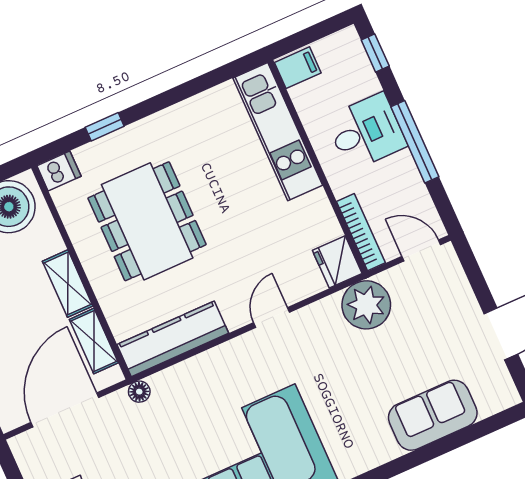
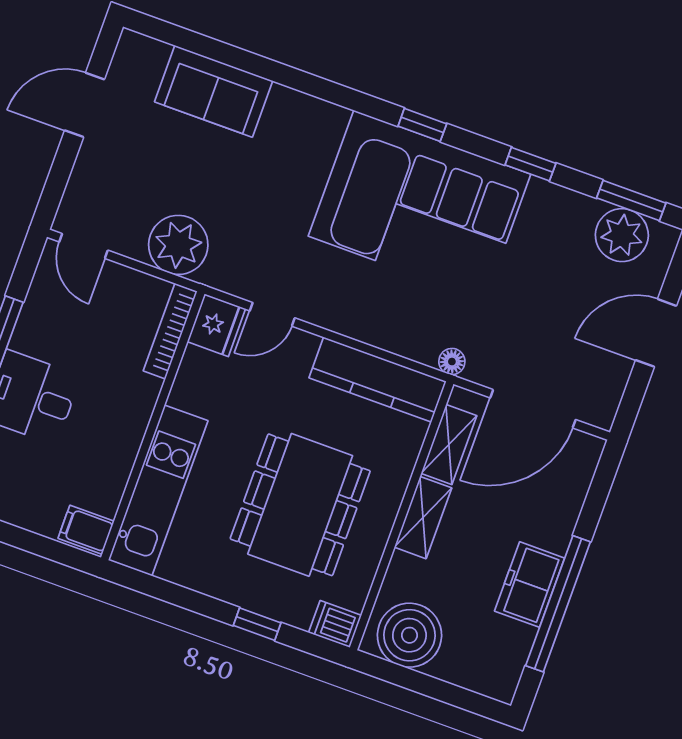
filing cabinet: (298, 68) -> (86, 530), moved
kitchen unit: (278, 132) -> (158, 490), moved
wall: (318, 167) -> (153, 426), moved
bookcase: (361, 232) -> (170, 331), moved
fridge: (337, 262) -> (216, 325), moved

